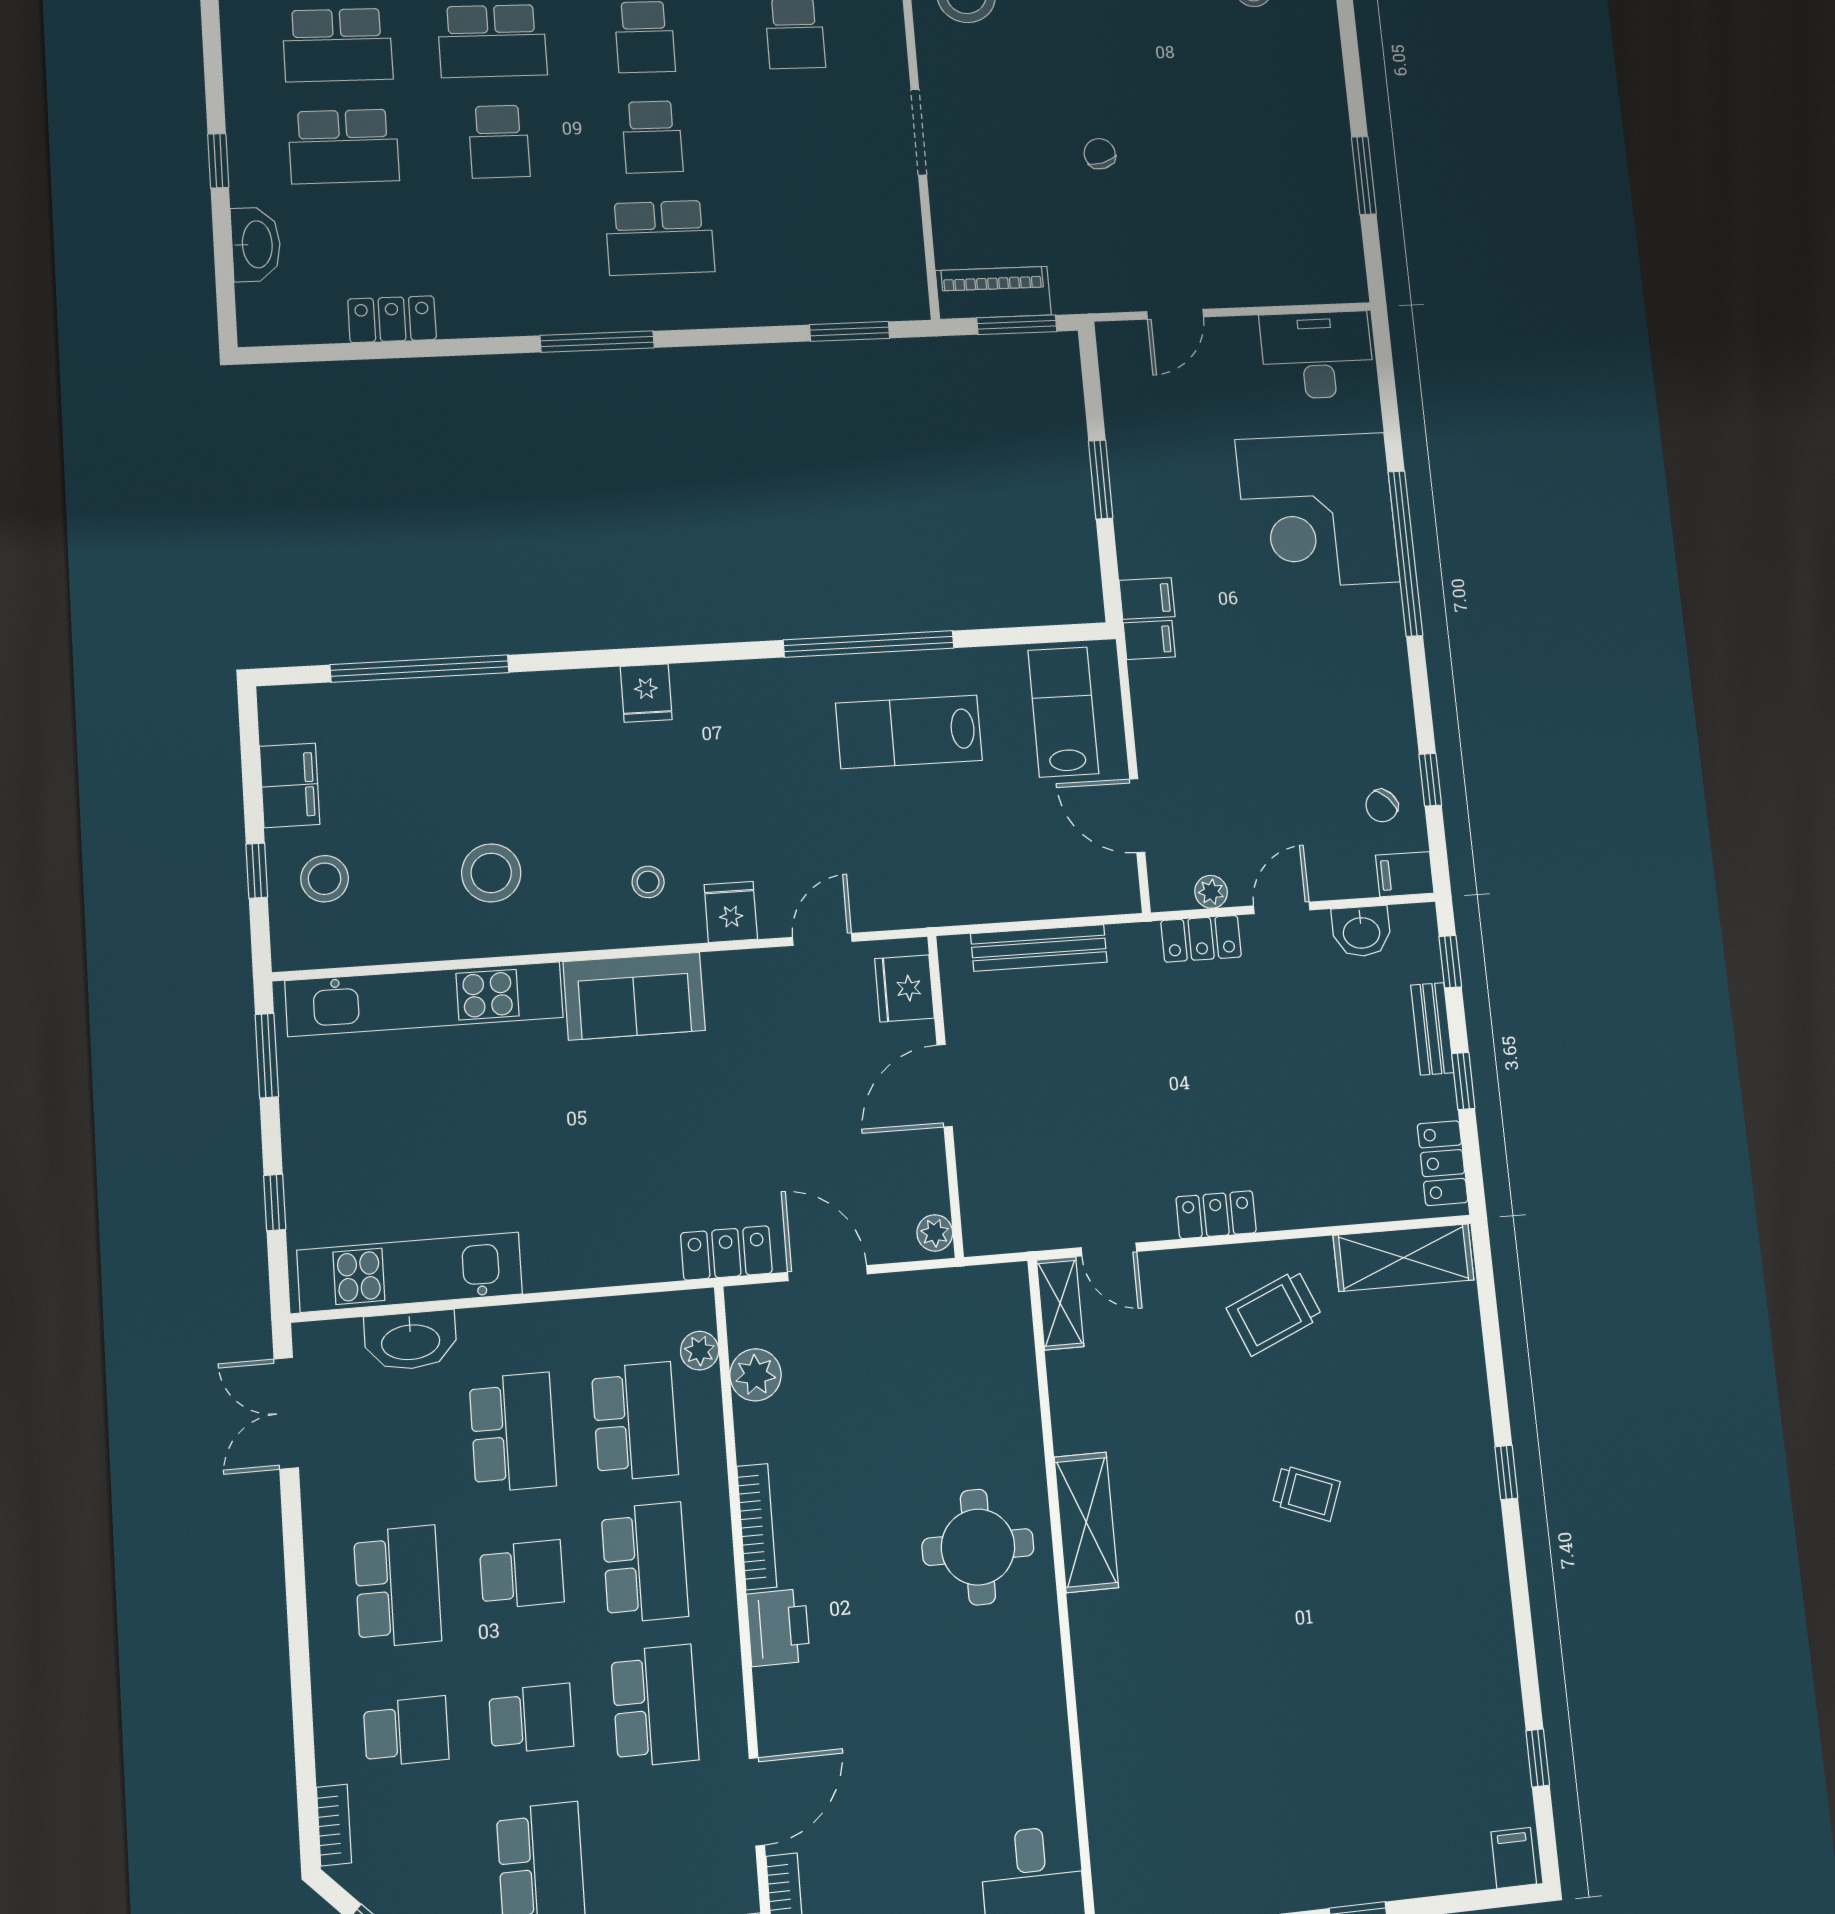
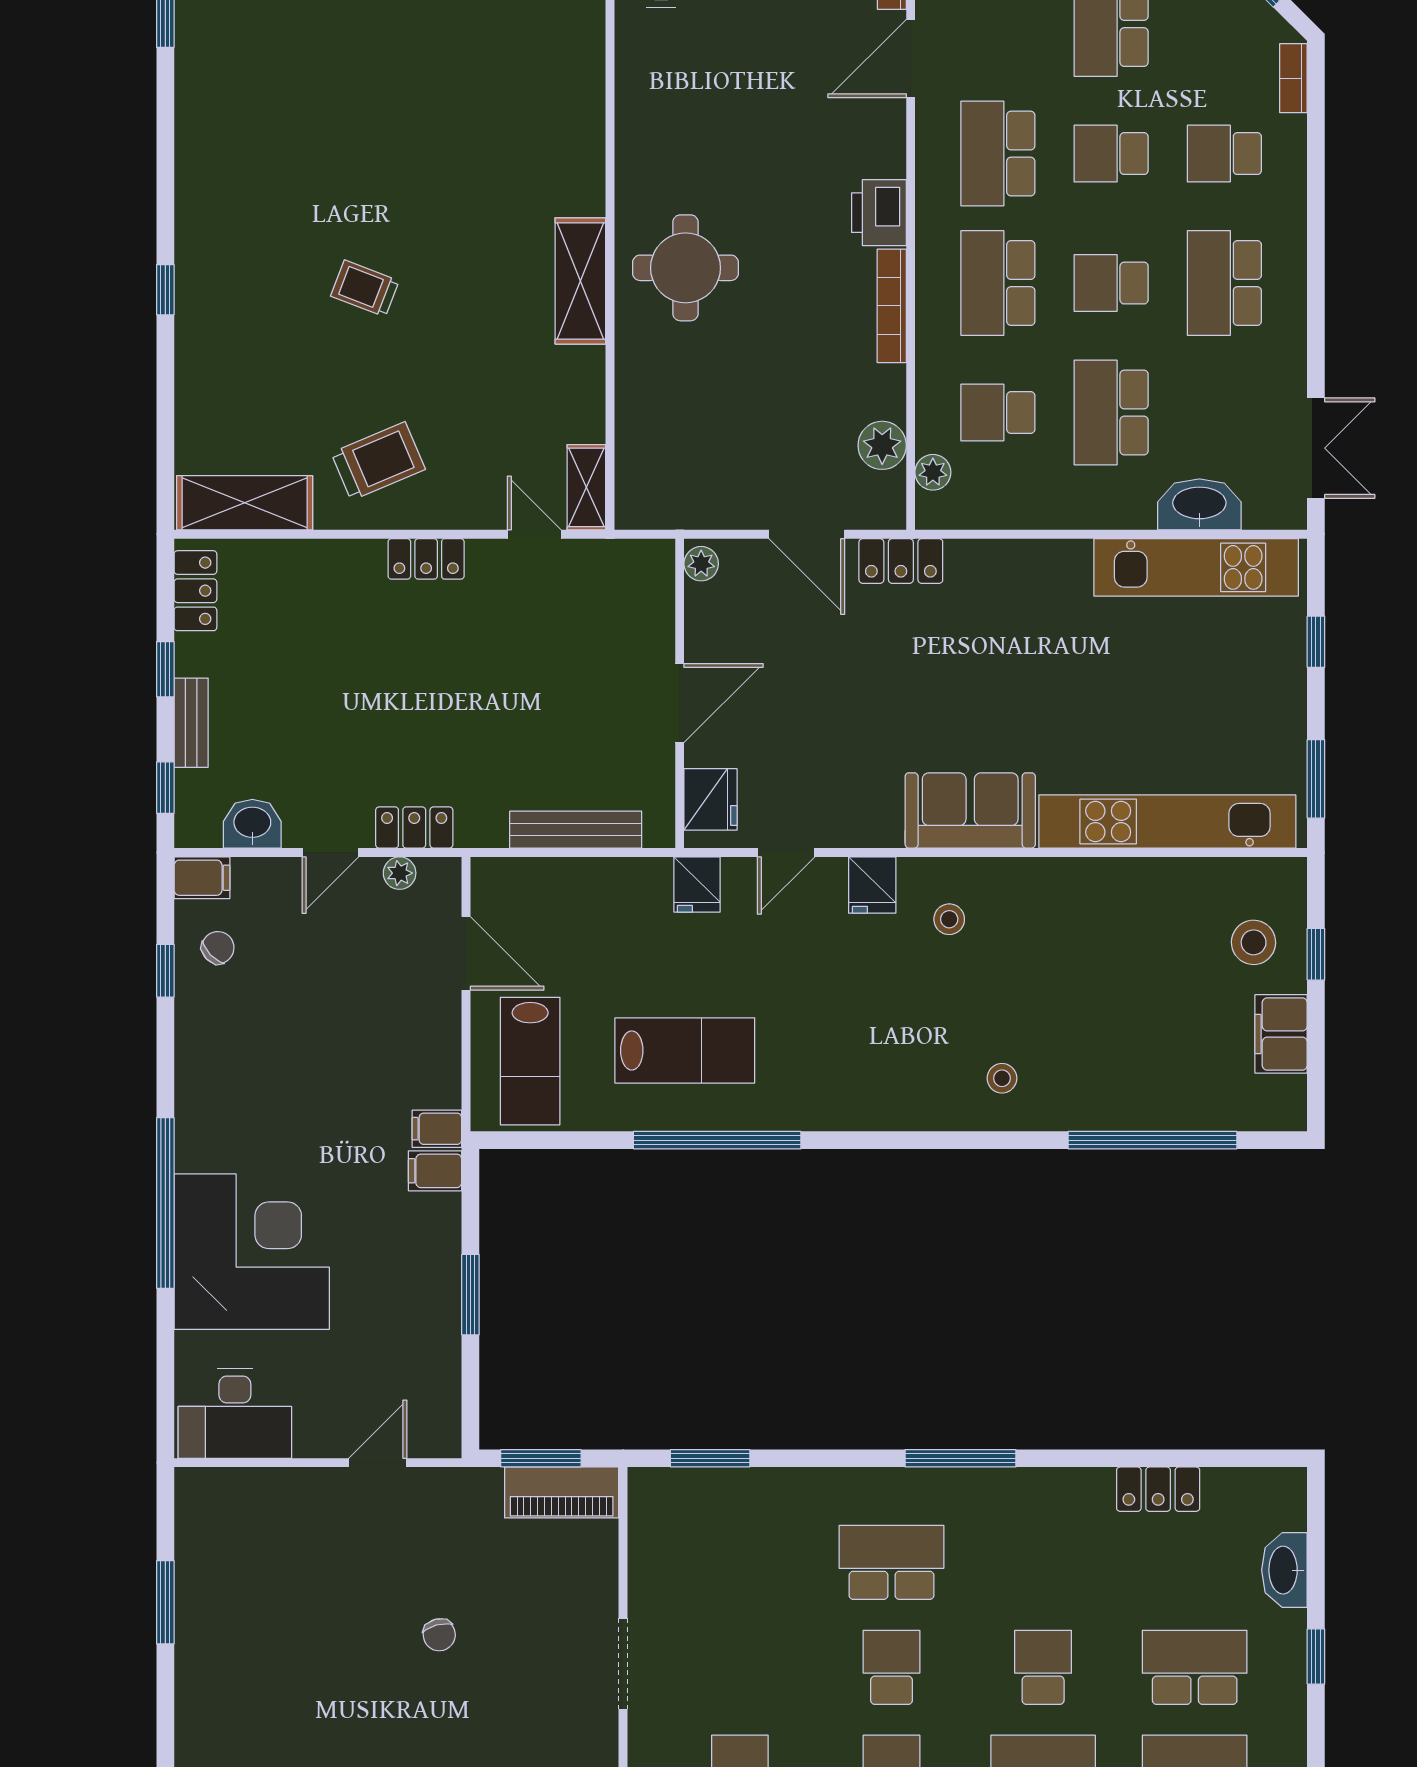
fridge: (646, 693) -> (697, 884), moved, turned 180
stool: (491, 873) -> (1002, 1078), moved, width x0.53, depth x0.53
school desk: (635, 1421) -> (998, 413), width x0.54

